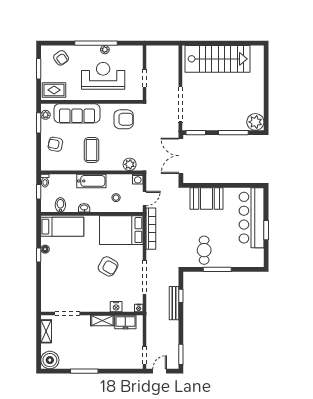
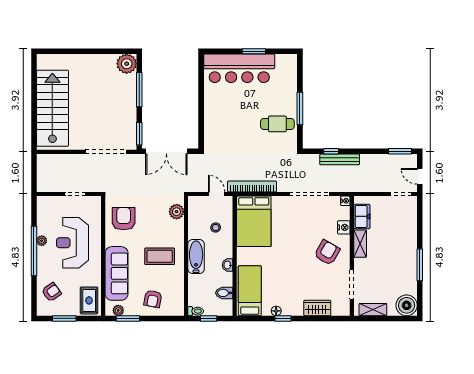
washing machine: (138, 179) -> (194, 202), removed
booth: (207, 198) -> (217, 121), removed
armchair: (108, 266) -> (327, 253), moved
wardrobe: (48, 284) -> (317, 308), added

